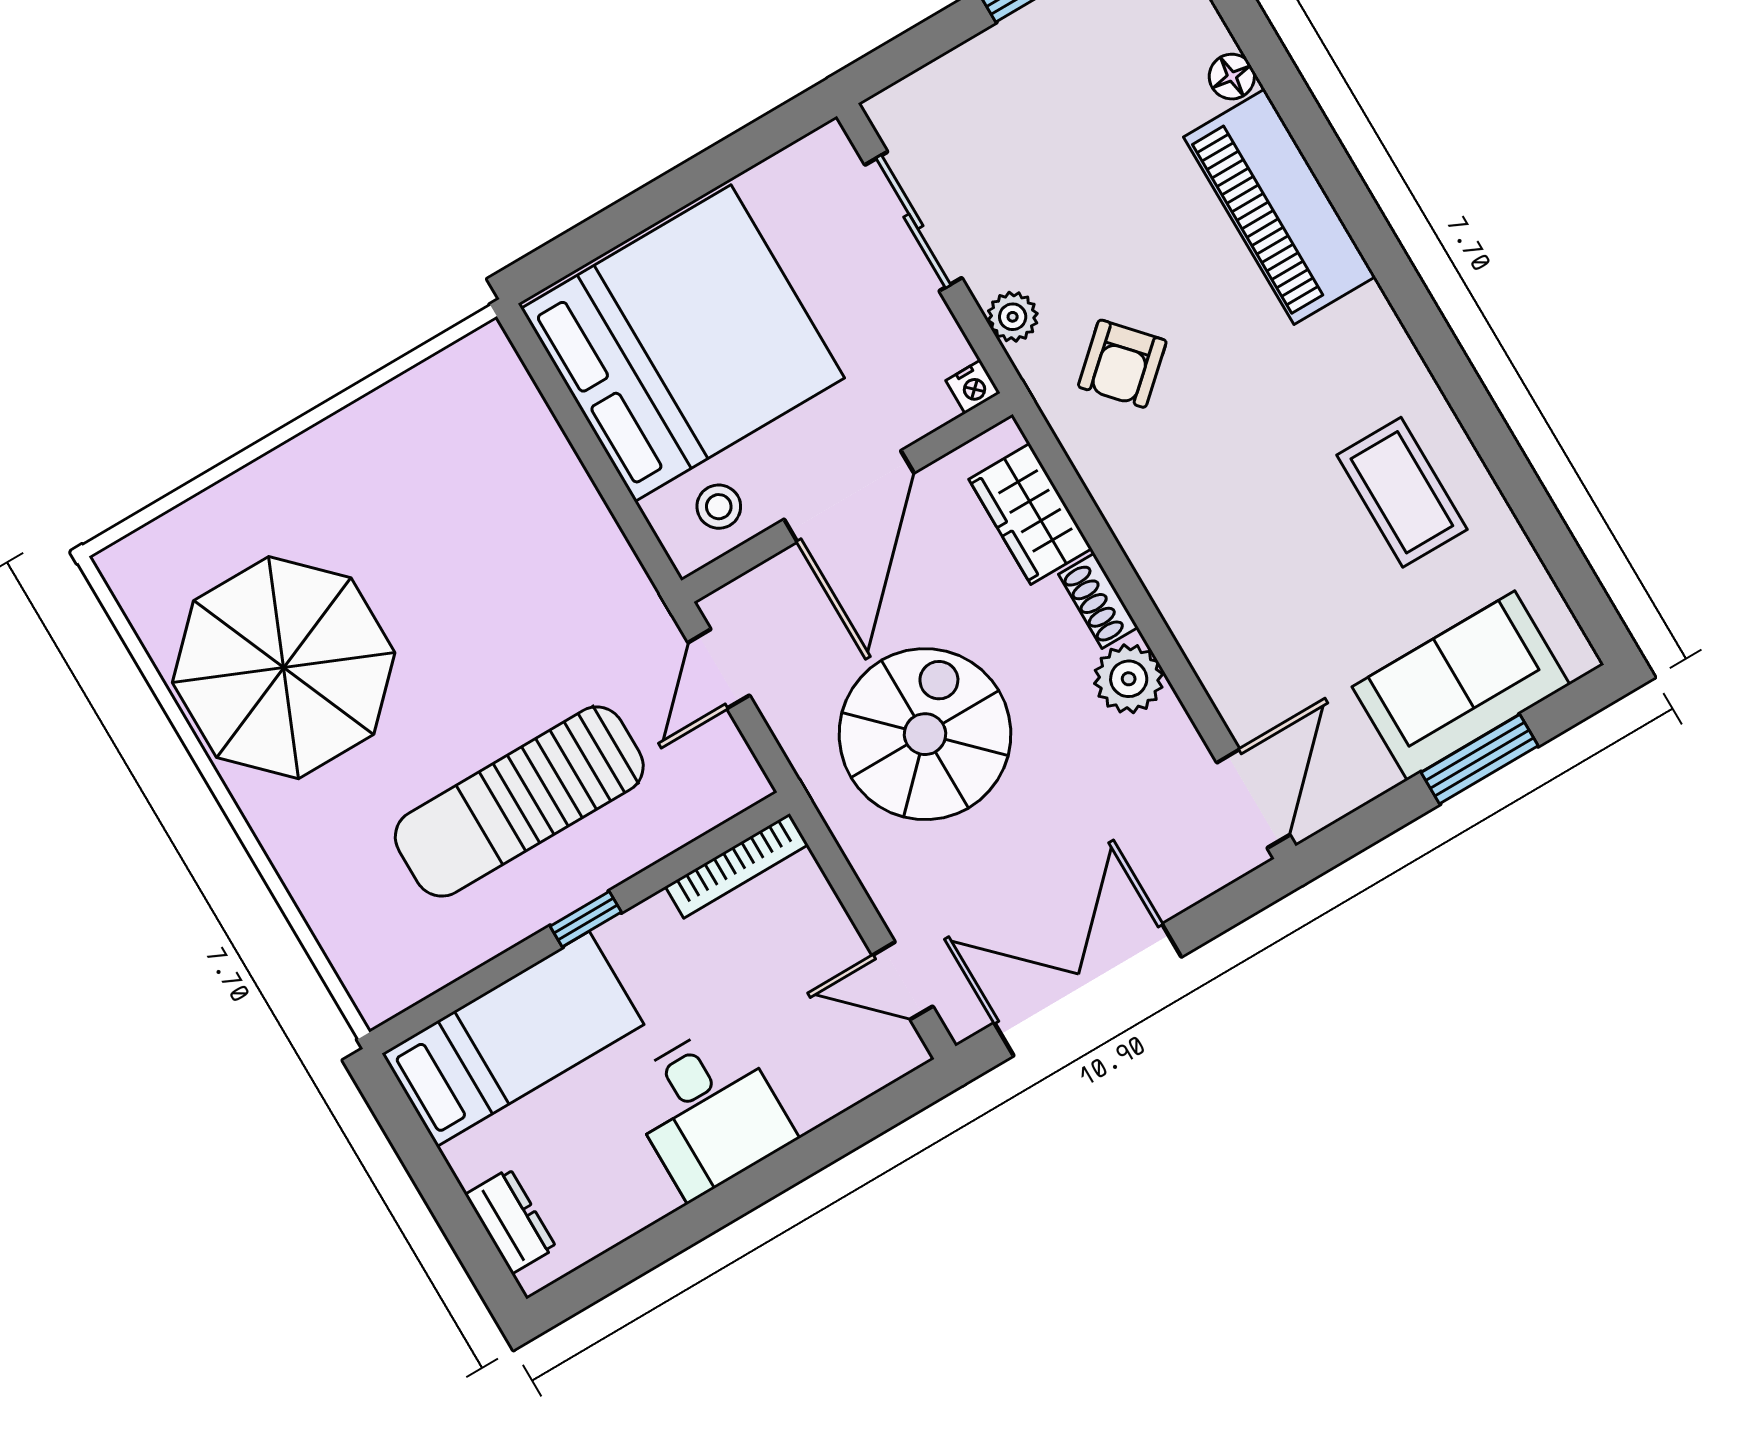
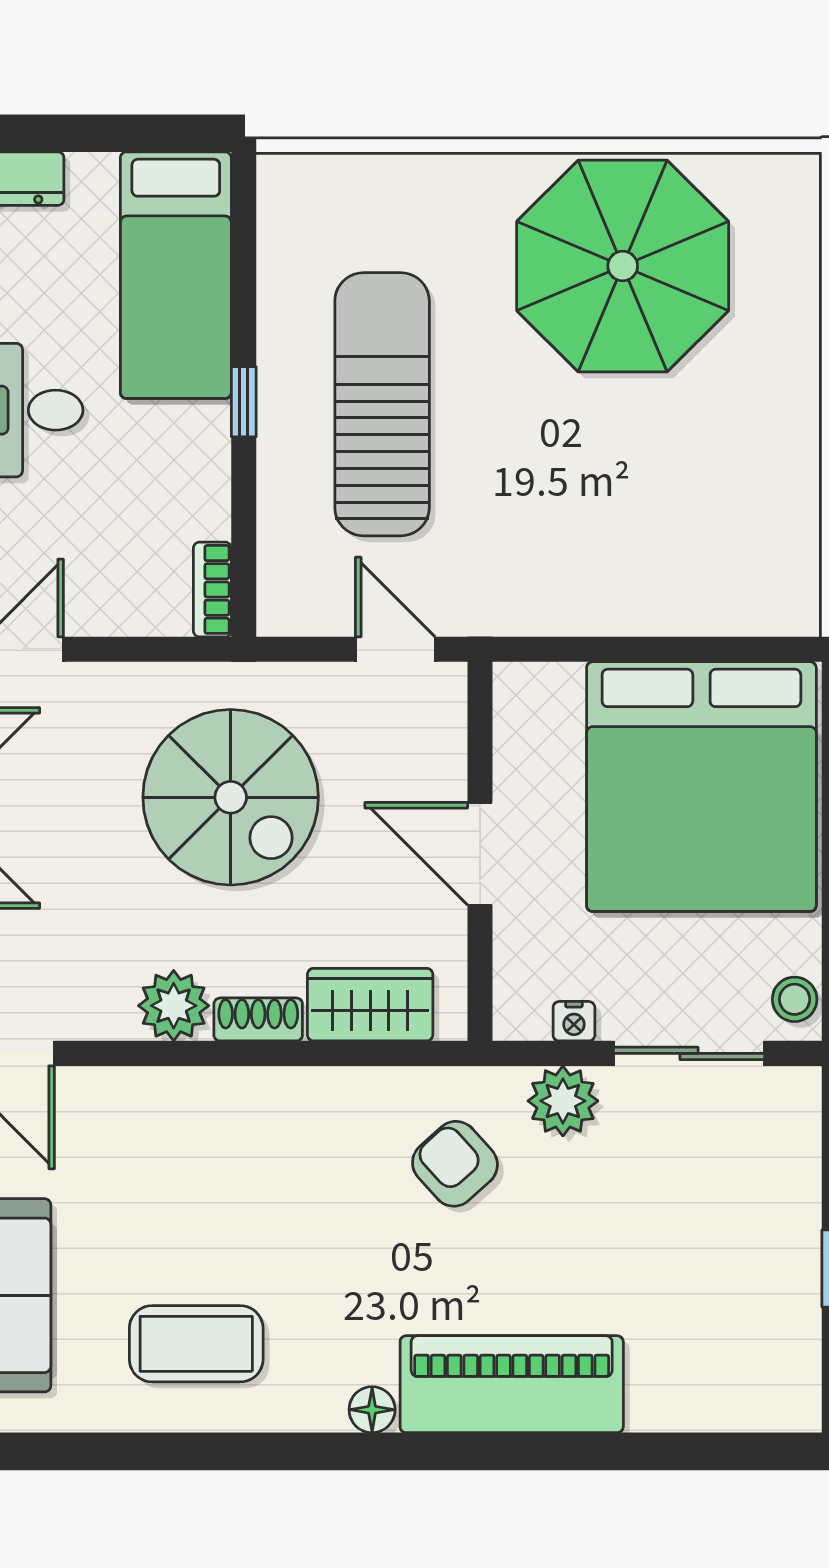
floor lamp: (1232, 77) -> (372, 1410), moved
plant: (1013, 317) -> (563, 1101), width x1.38, depth x1.38
nightstand: (973, 387) -> (574, 1021), moved, turned -90
door: (849, 496) -> (480, 854), width x0.73
stool: (719, 507) -> (795, 999), moved
bookcase: (737, 866) -> (212, 589), width x0.64

